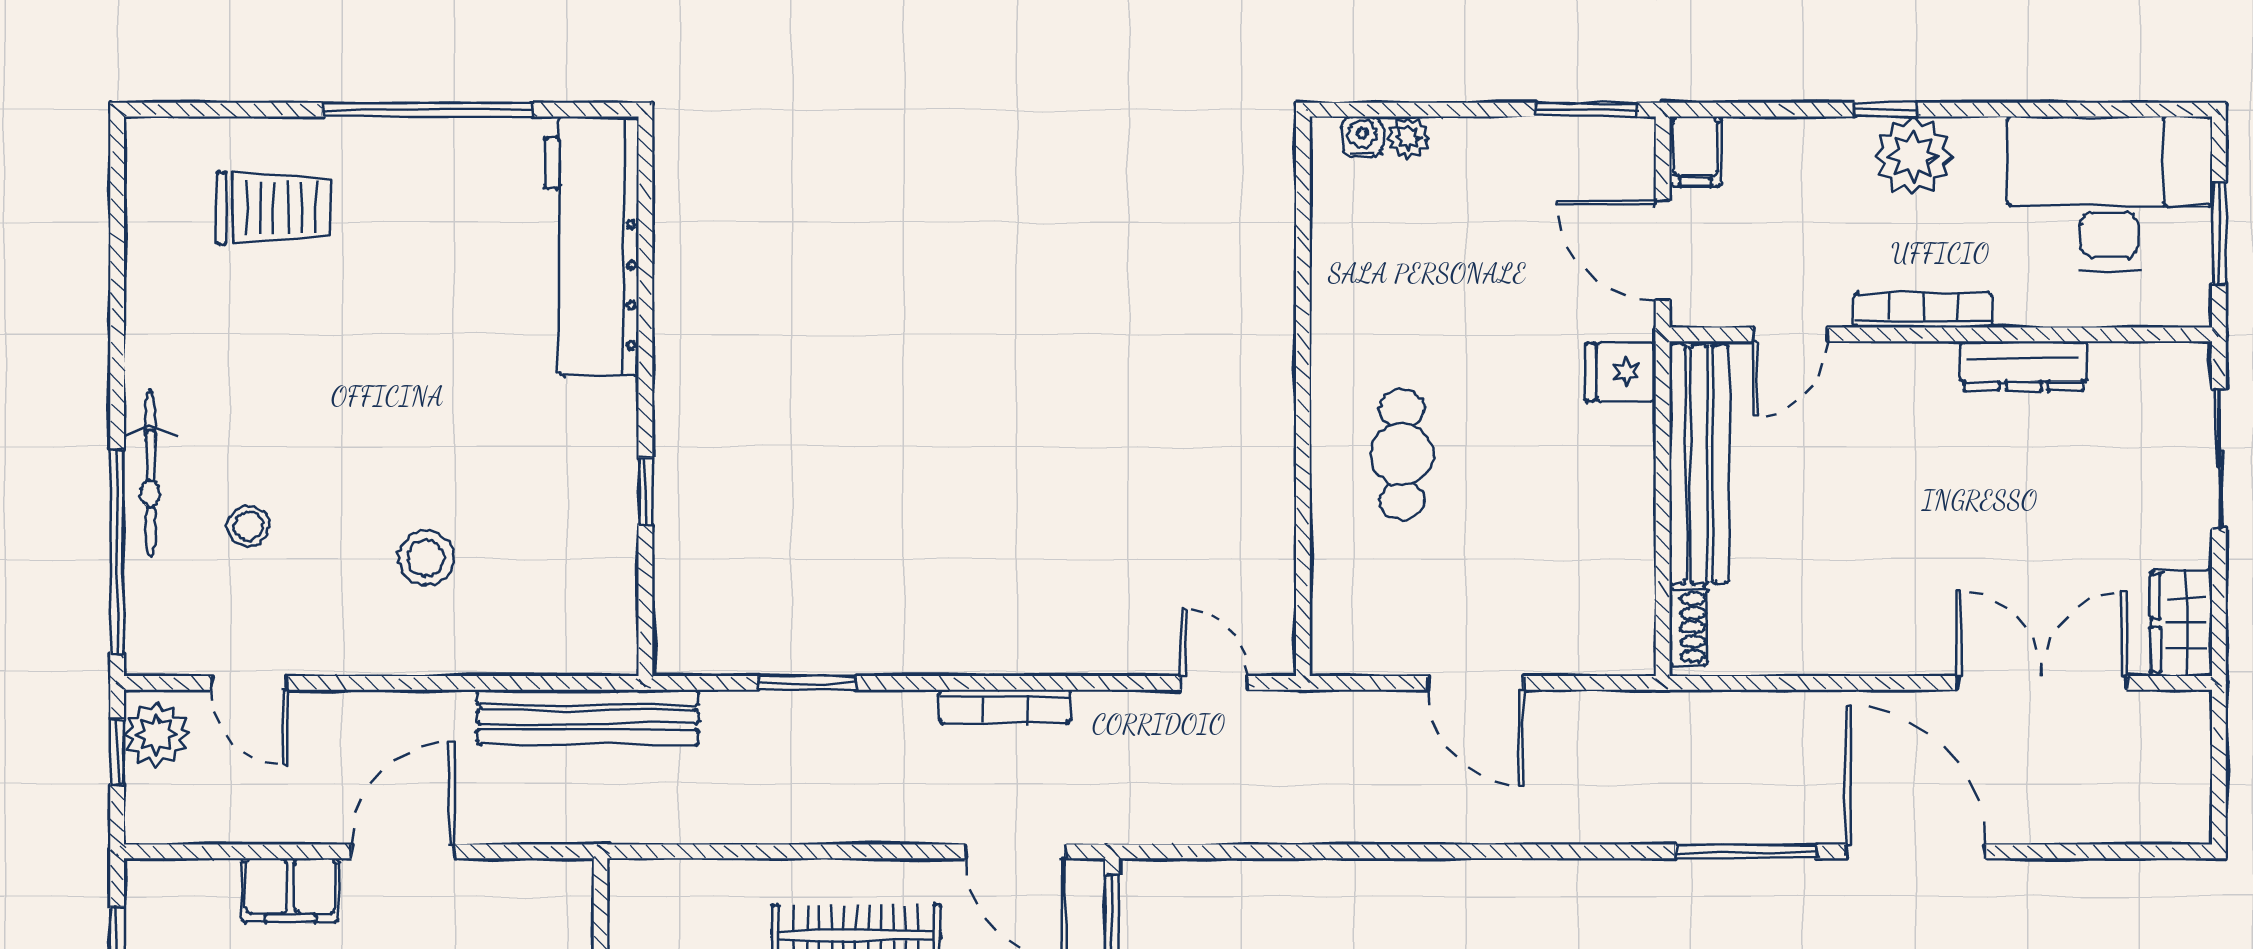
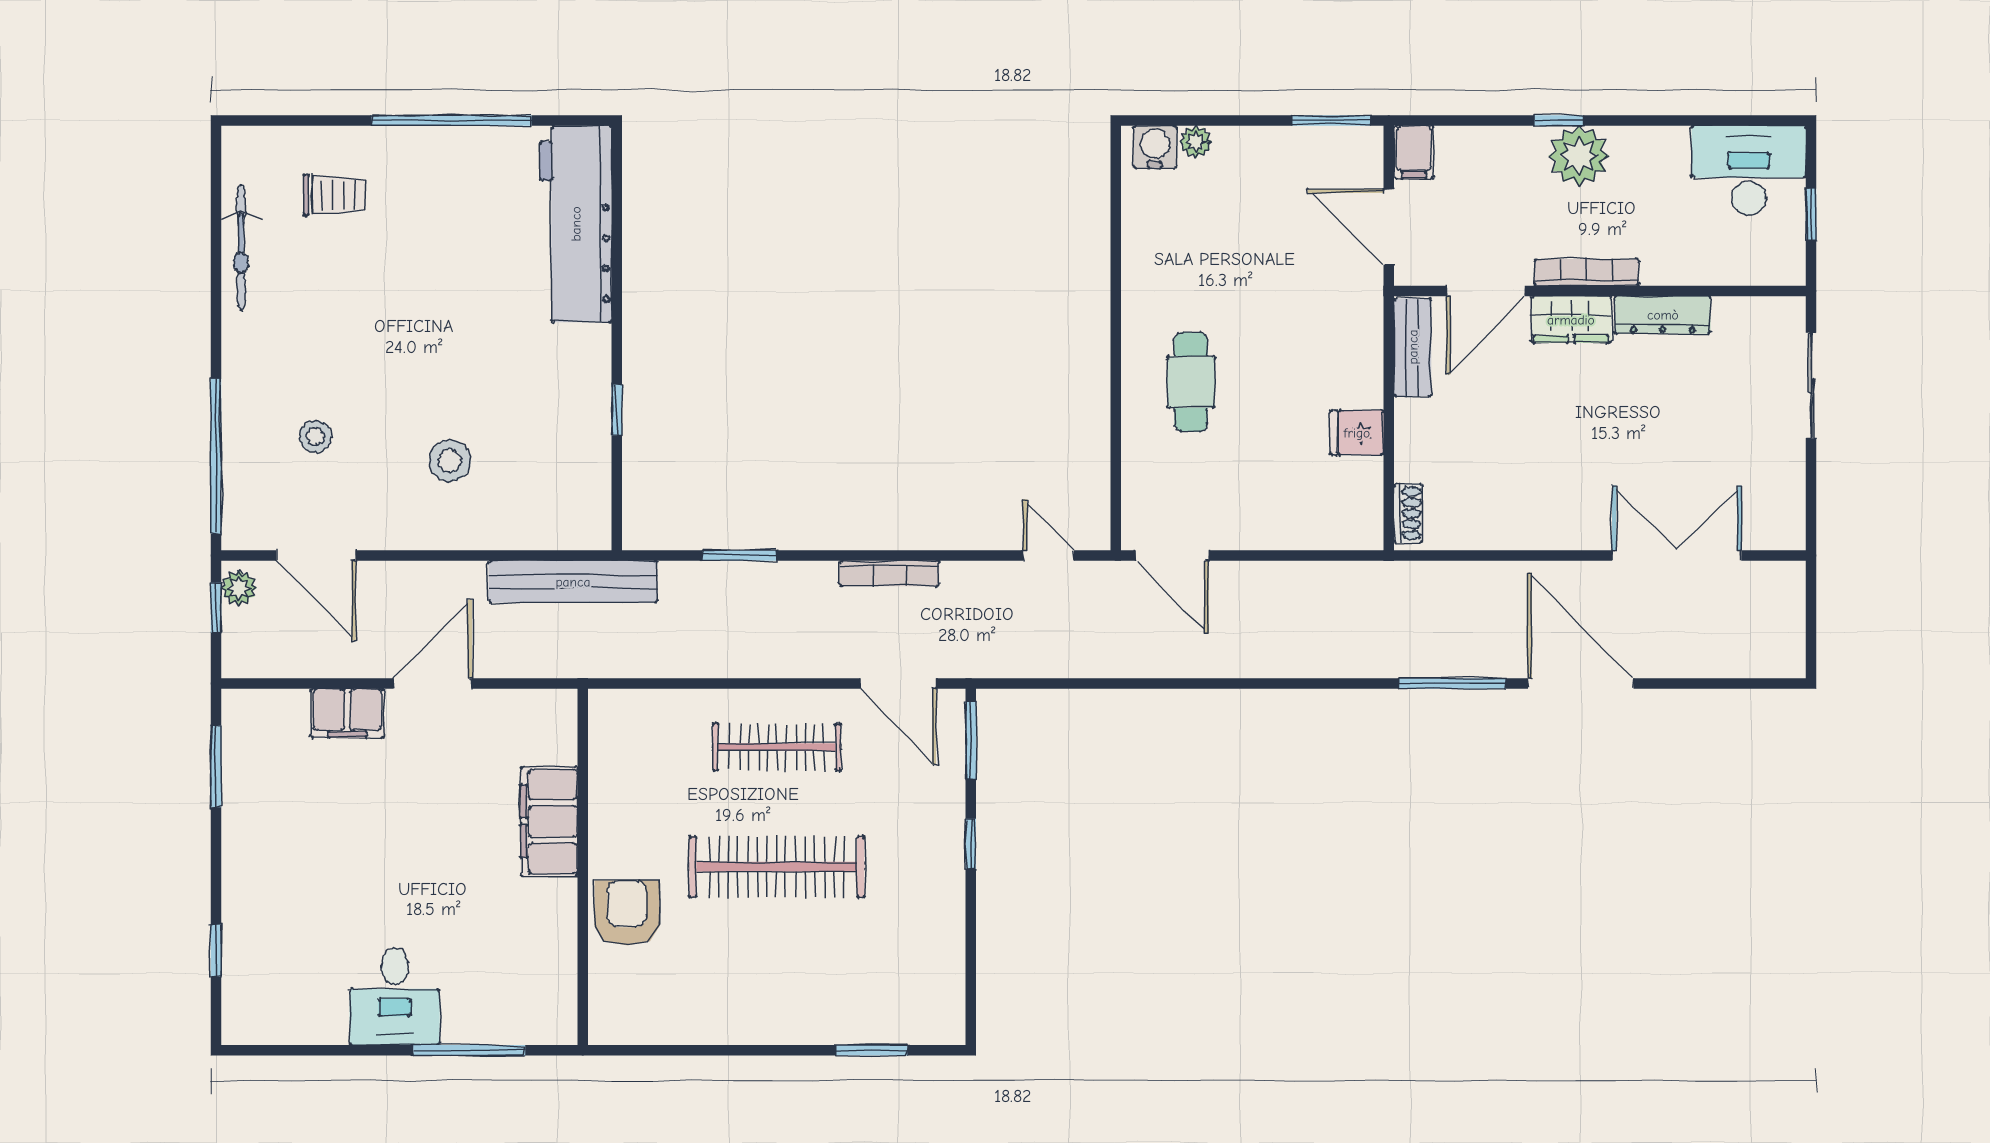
water cooler: (1362, 137) -> (1155, 147), width x1.38, depth x1.38
desk: (2109, 193) -> (1749, 170), width x0.73, depth x0.77
trolley: (273, 208) -> (334, 195), width x0.73, depth x0.72
window: (2219, 233) -> (1811, 214), width x0.67
door: (1790, 334) -> (1486, 291), width x1.38
fridge: (1621, 372) -> (1357, 433), moved
bench: (1699, 464) -> (1413, 347), width x0.54, depth x0.82
bicycle: (150, 473) -> (241, 247), moved
wardrobe: (2181, 623) -> (1571, 320), moved, turned -90
door: (249, 683) -> (316, 555), width x1.38
door: (1476, 683) -> (1172, 555), moved
plant: (156, 735) -> (239, 588), width x0.73, depth x0.73

